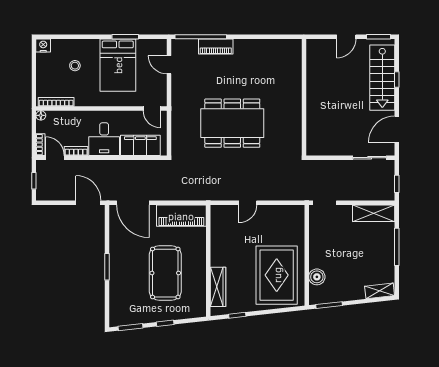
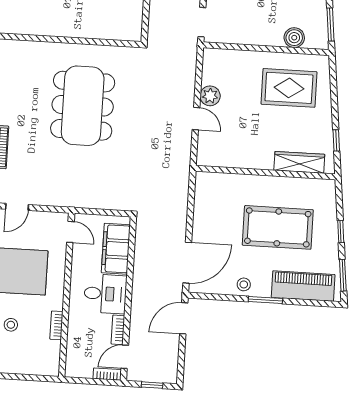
bookcase: (56, 102) -> (56, 325), moved, width x0.64
door: (152, 109) -> (70, 232), hinge flipped
floor lamp: (41, 115) -> (71, 371), removed
dining table: (232, 123) -> (83, 106), moved
plant: (267, 213) -> (210, 96), added
piano: (181, 216) -> (303, 286), moved, turned -90
stool: (118, 249) -> (244, 284), added
rug: (277, 275) -> (289, 88), width x0.73, depth x0.69

